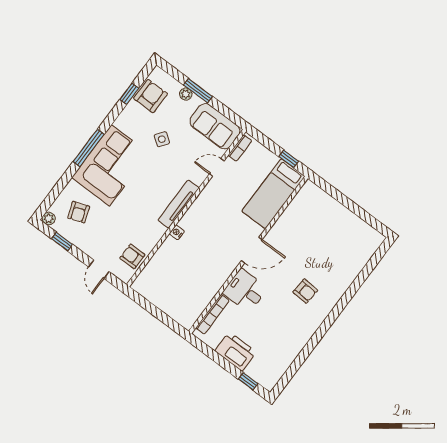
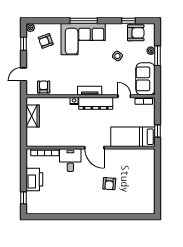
tv unit: (178, 204) -> (90, 91), width x0.71
dresser: (199, 208) -> (96, 103), added
armchair: (305, 291) -> (109, 184), moved
wardrobe: (158, 296) -> (33, 116), added

